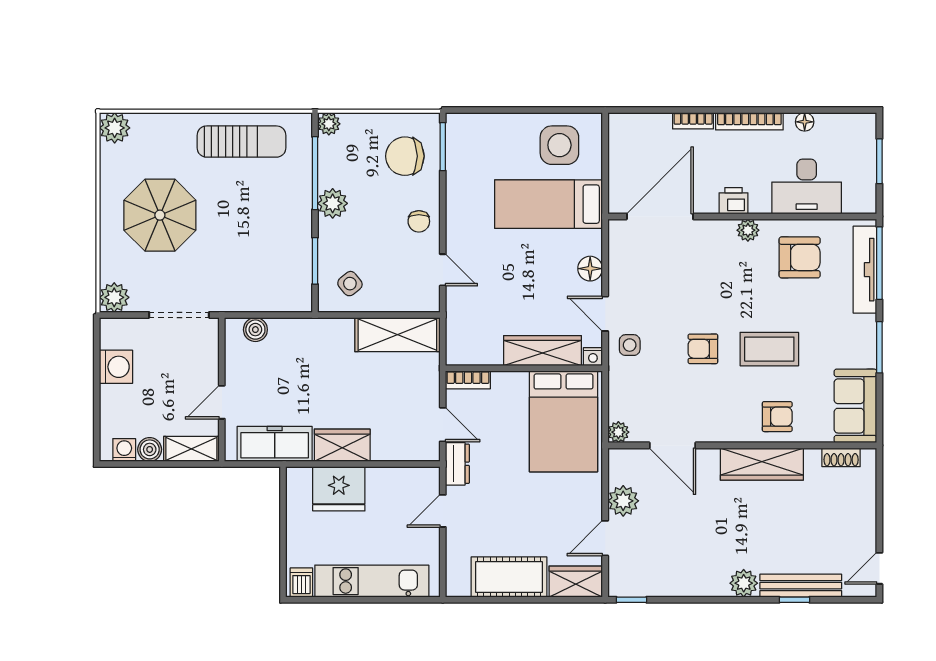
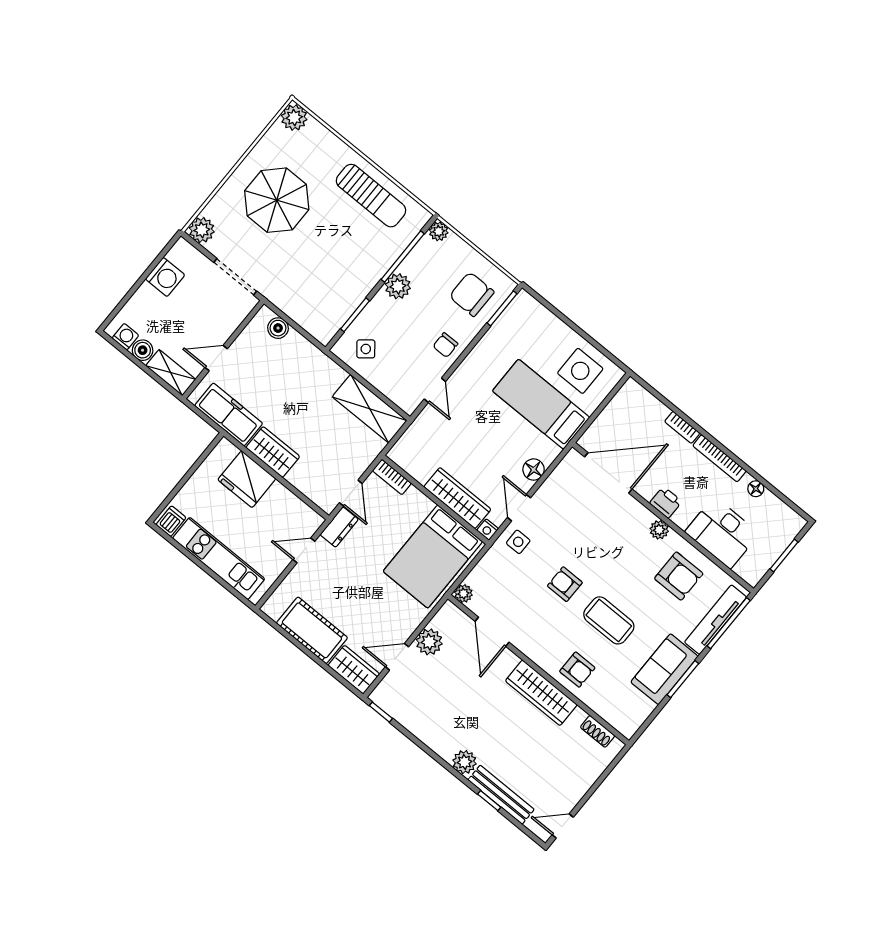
sofa: (855, 406) -> (664, 669), moved

